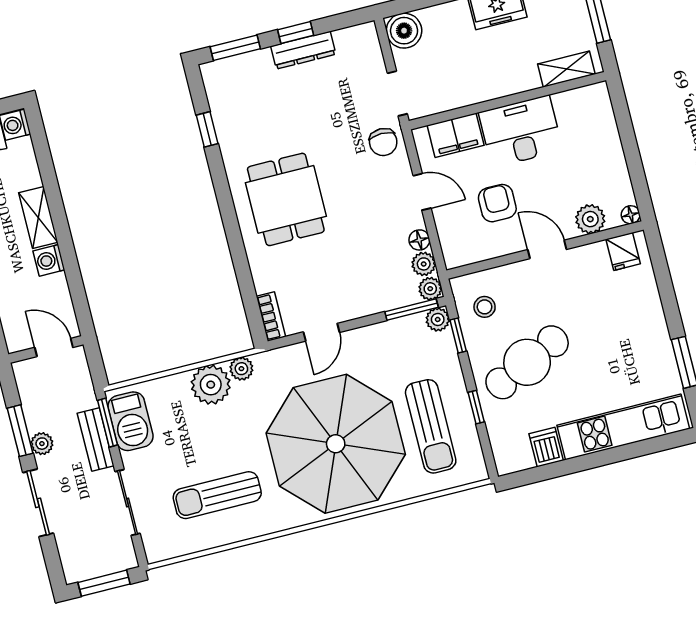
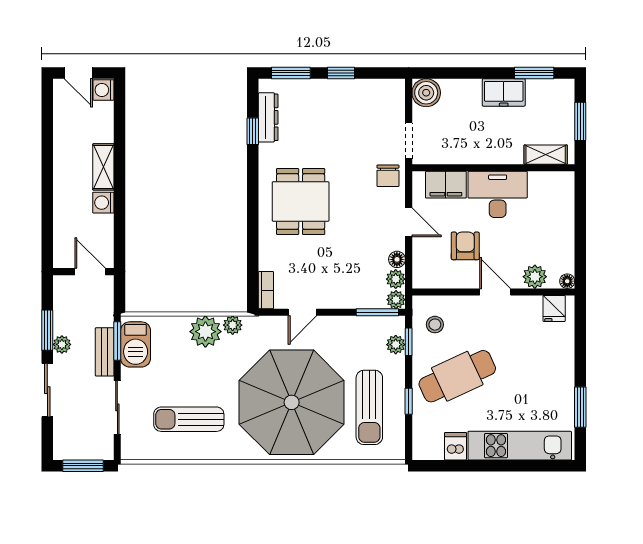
dresser: (303, 50) -> (268, 117), moved, turned -90
plant: (438, 319) -> (396, 345), moved

